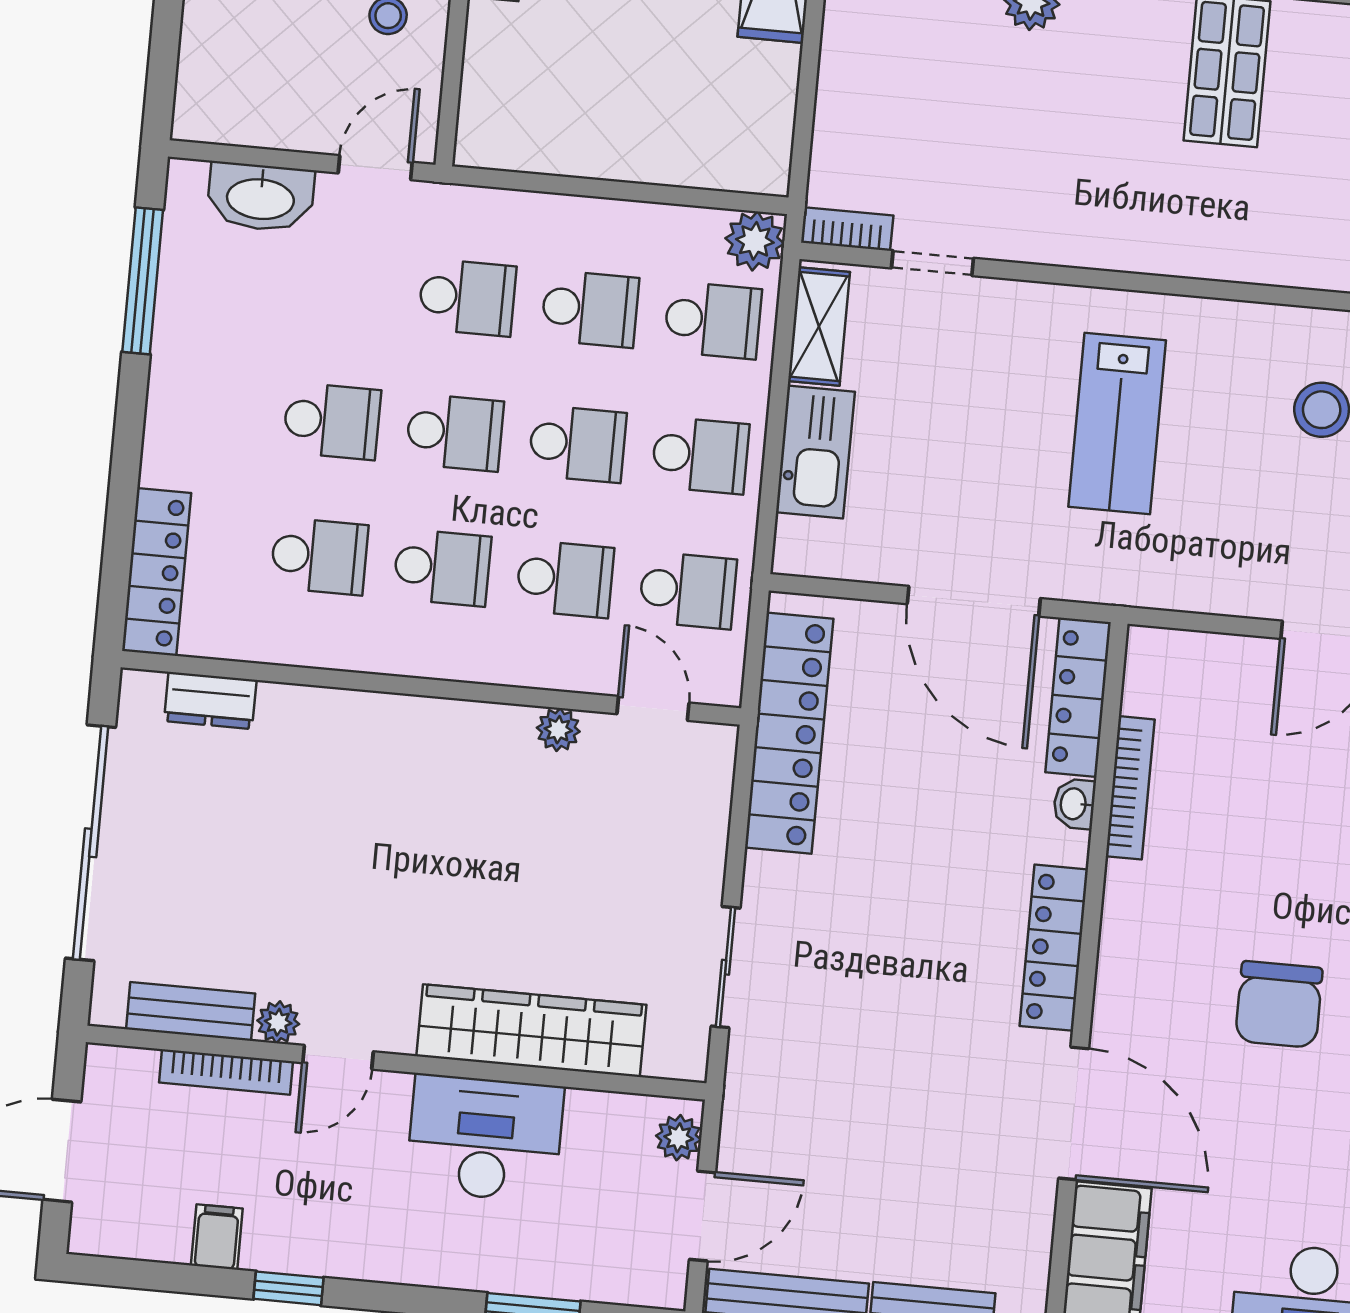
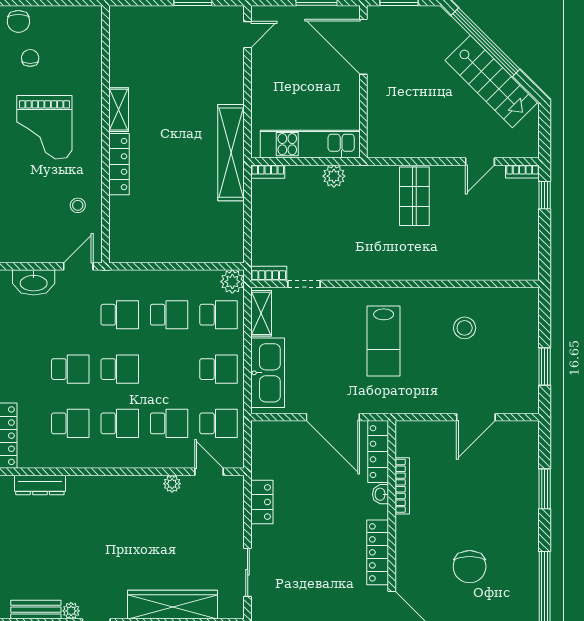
school desk: (577, 444) -> (169, 369), removed
kitchen sink: (815, 452) -> (268, 373), width x1.36, depth x1.24
dresser: (210, 701) -> (40, 485), width x1.44
locker: (789, 733) -> (262, 502), width x0.46, depth x0.83

